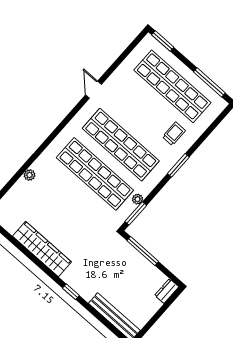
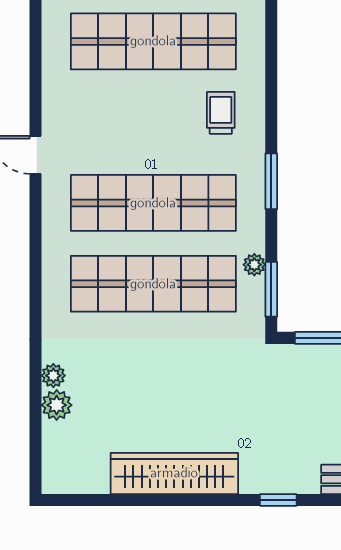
window: (178, 165) -> (271, 181), moved
plant: (21, 187) -> (57, 405), added

